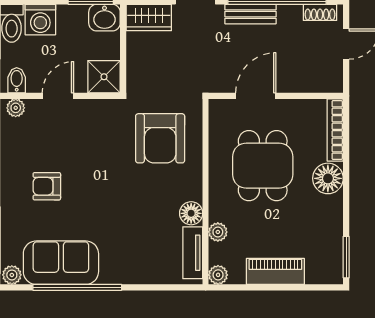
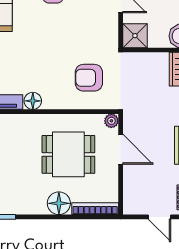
armchair: (160, 138) -> (89, 78), width x0.73, depth x0.73
plant: (218, 232) -> (111, 121), moved

